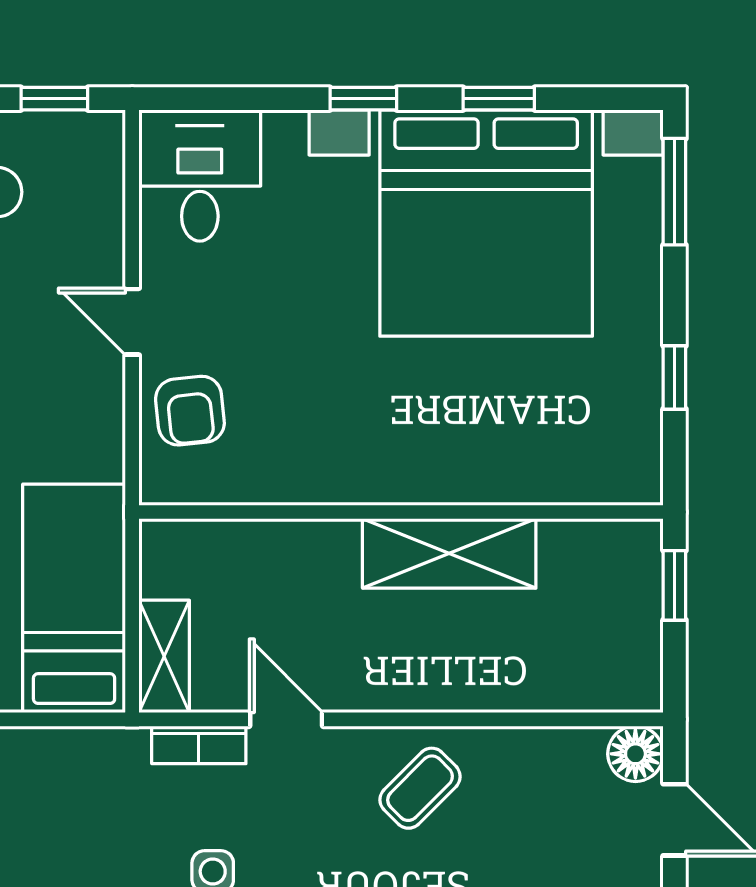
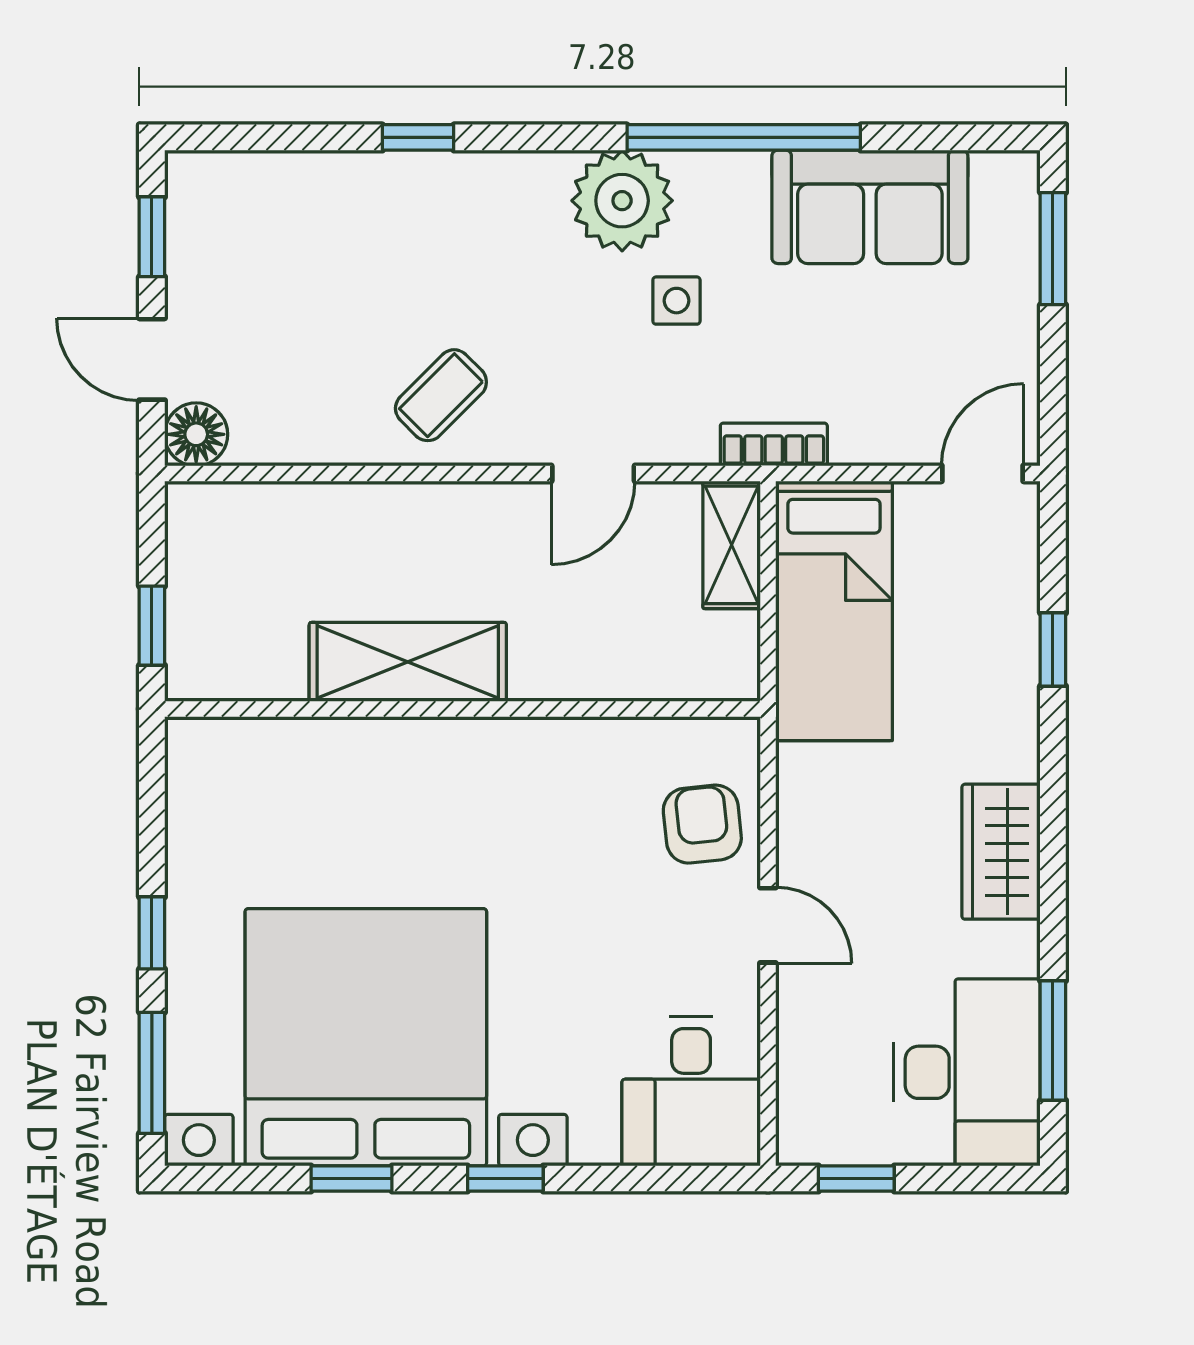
window: (674, 377) -> (152, 933), moved
door: (286, 719) -> (593, 473), hinge flipped
bookcase: (199, 745) -> (774, 444), moved

